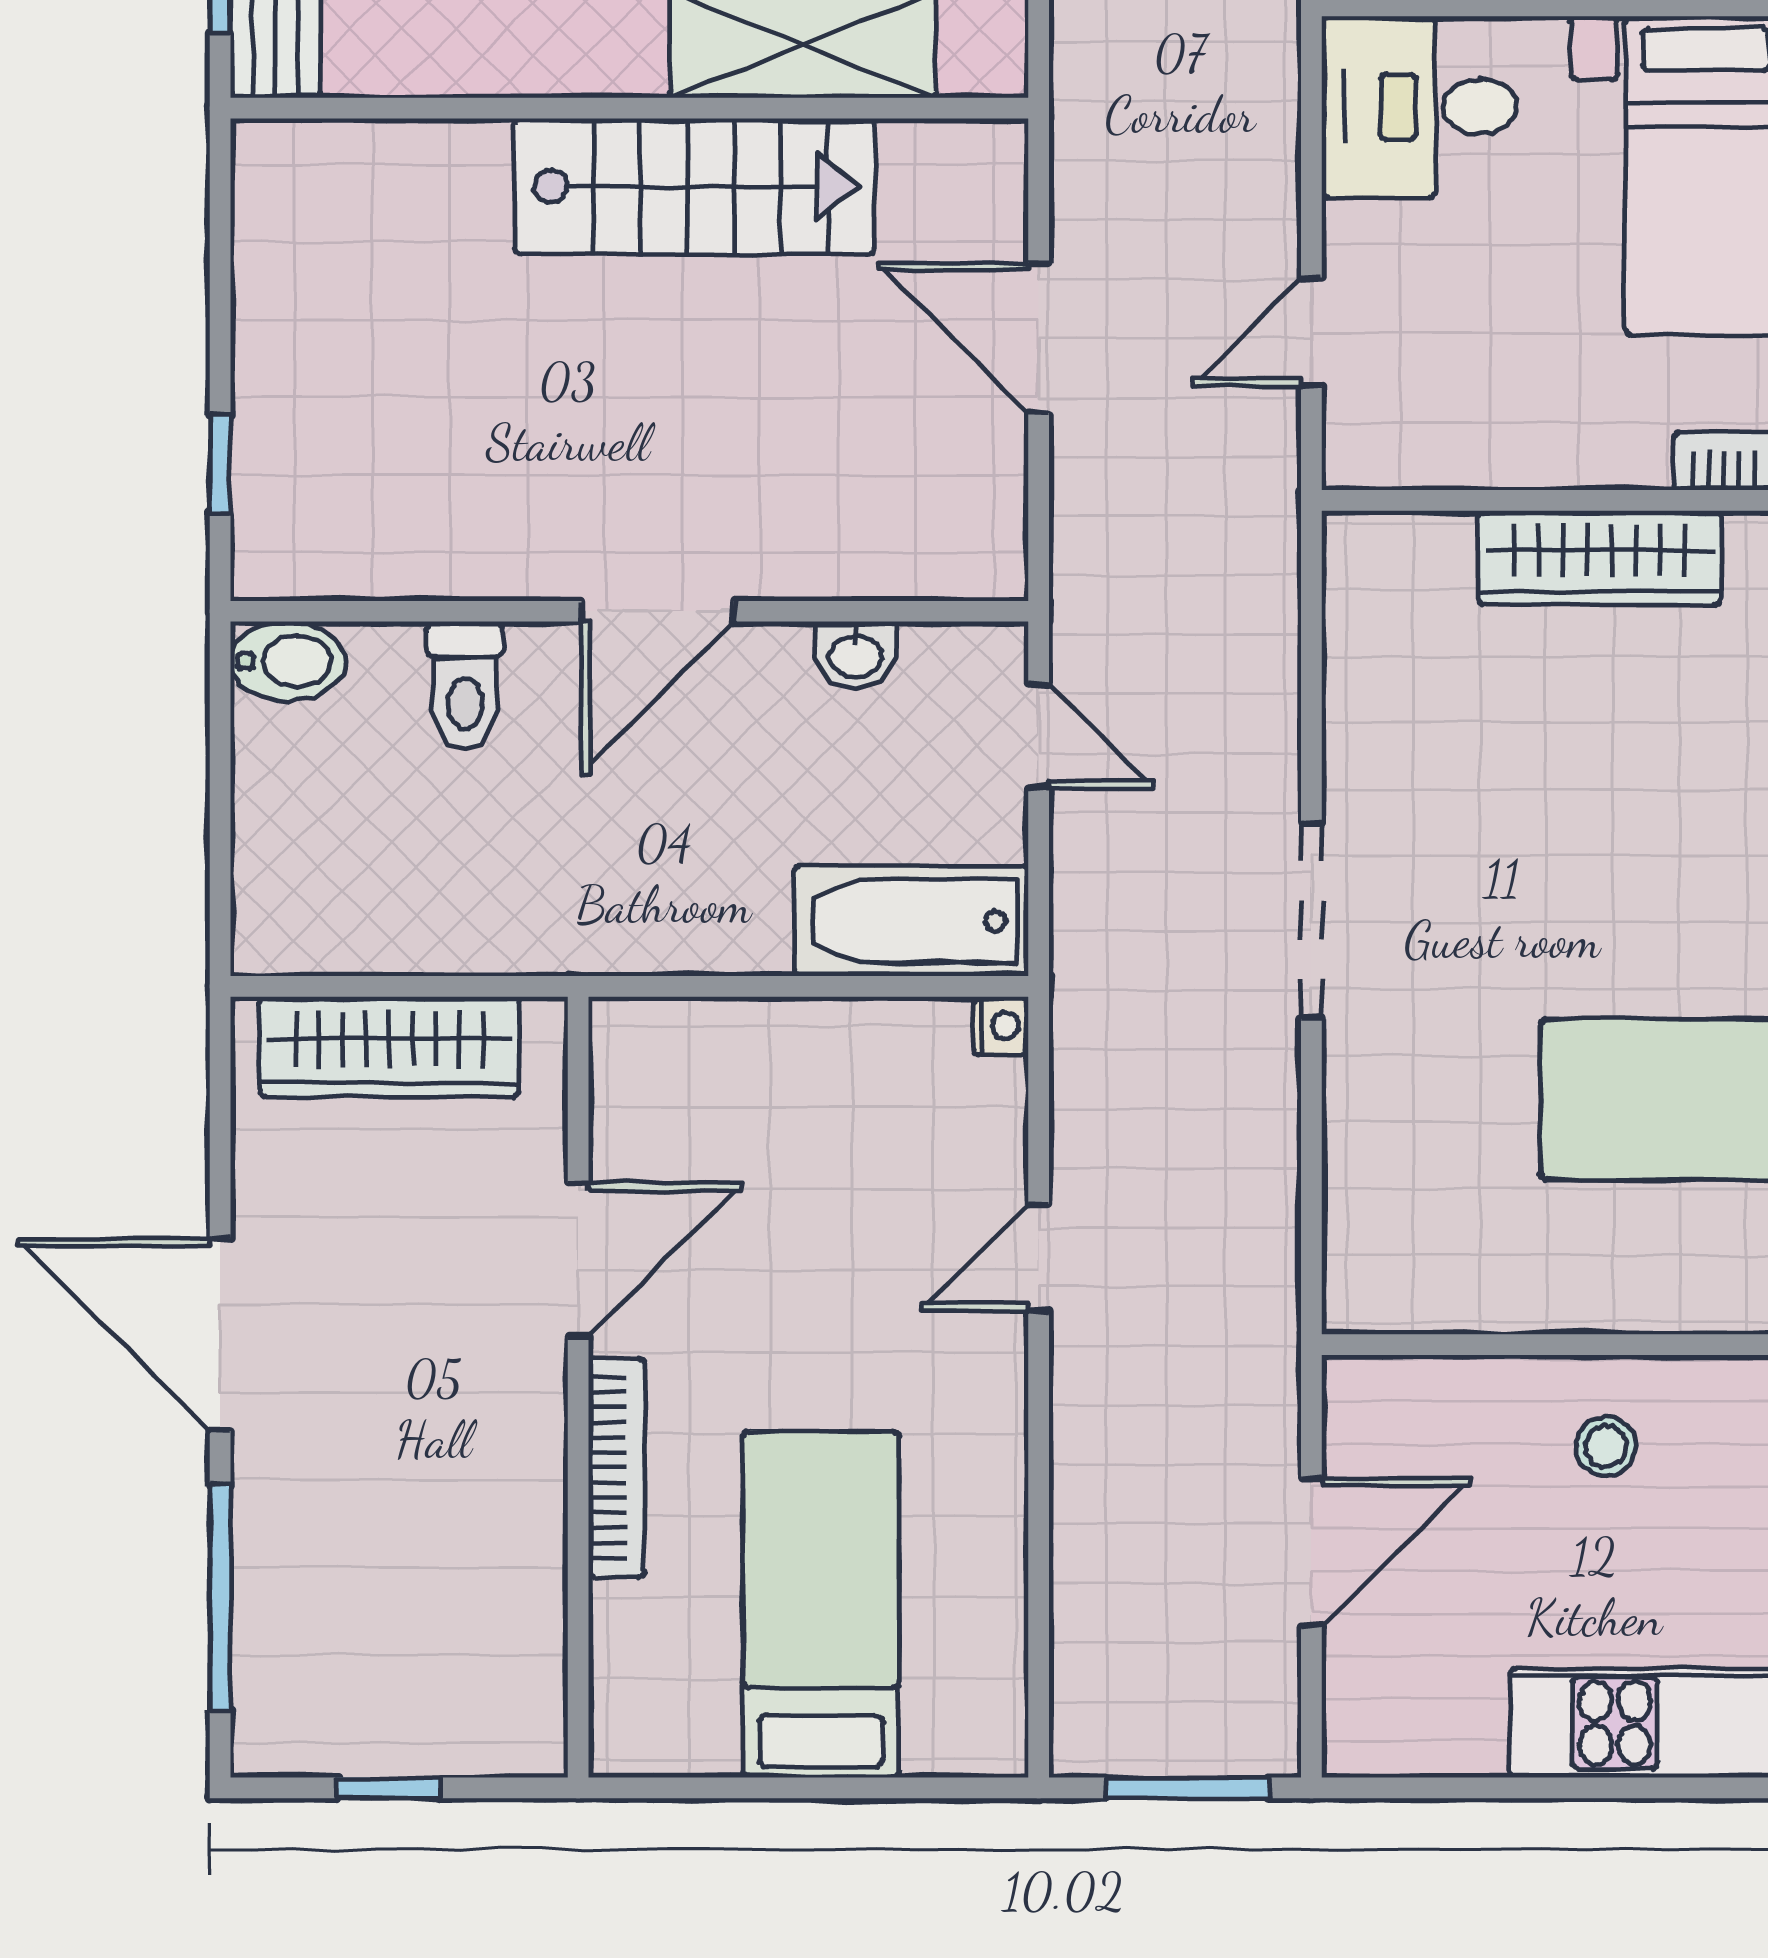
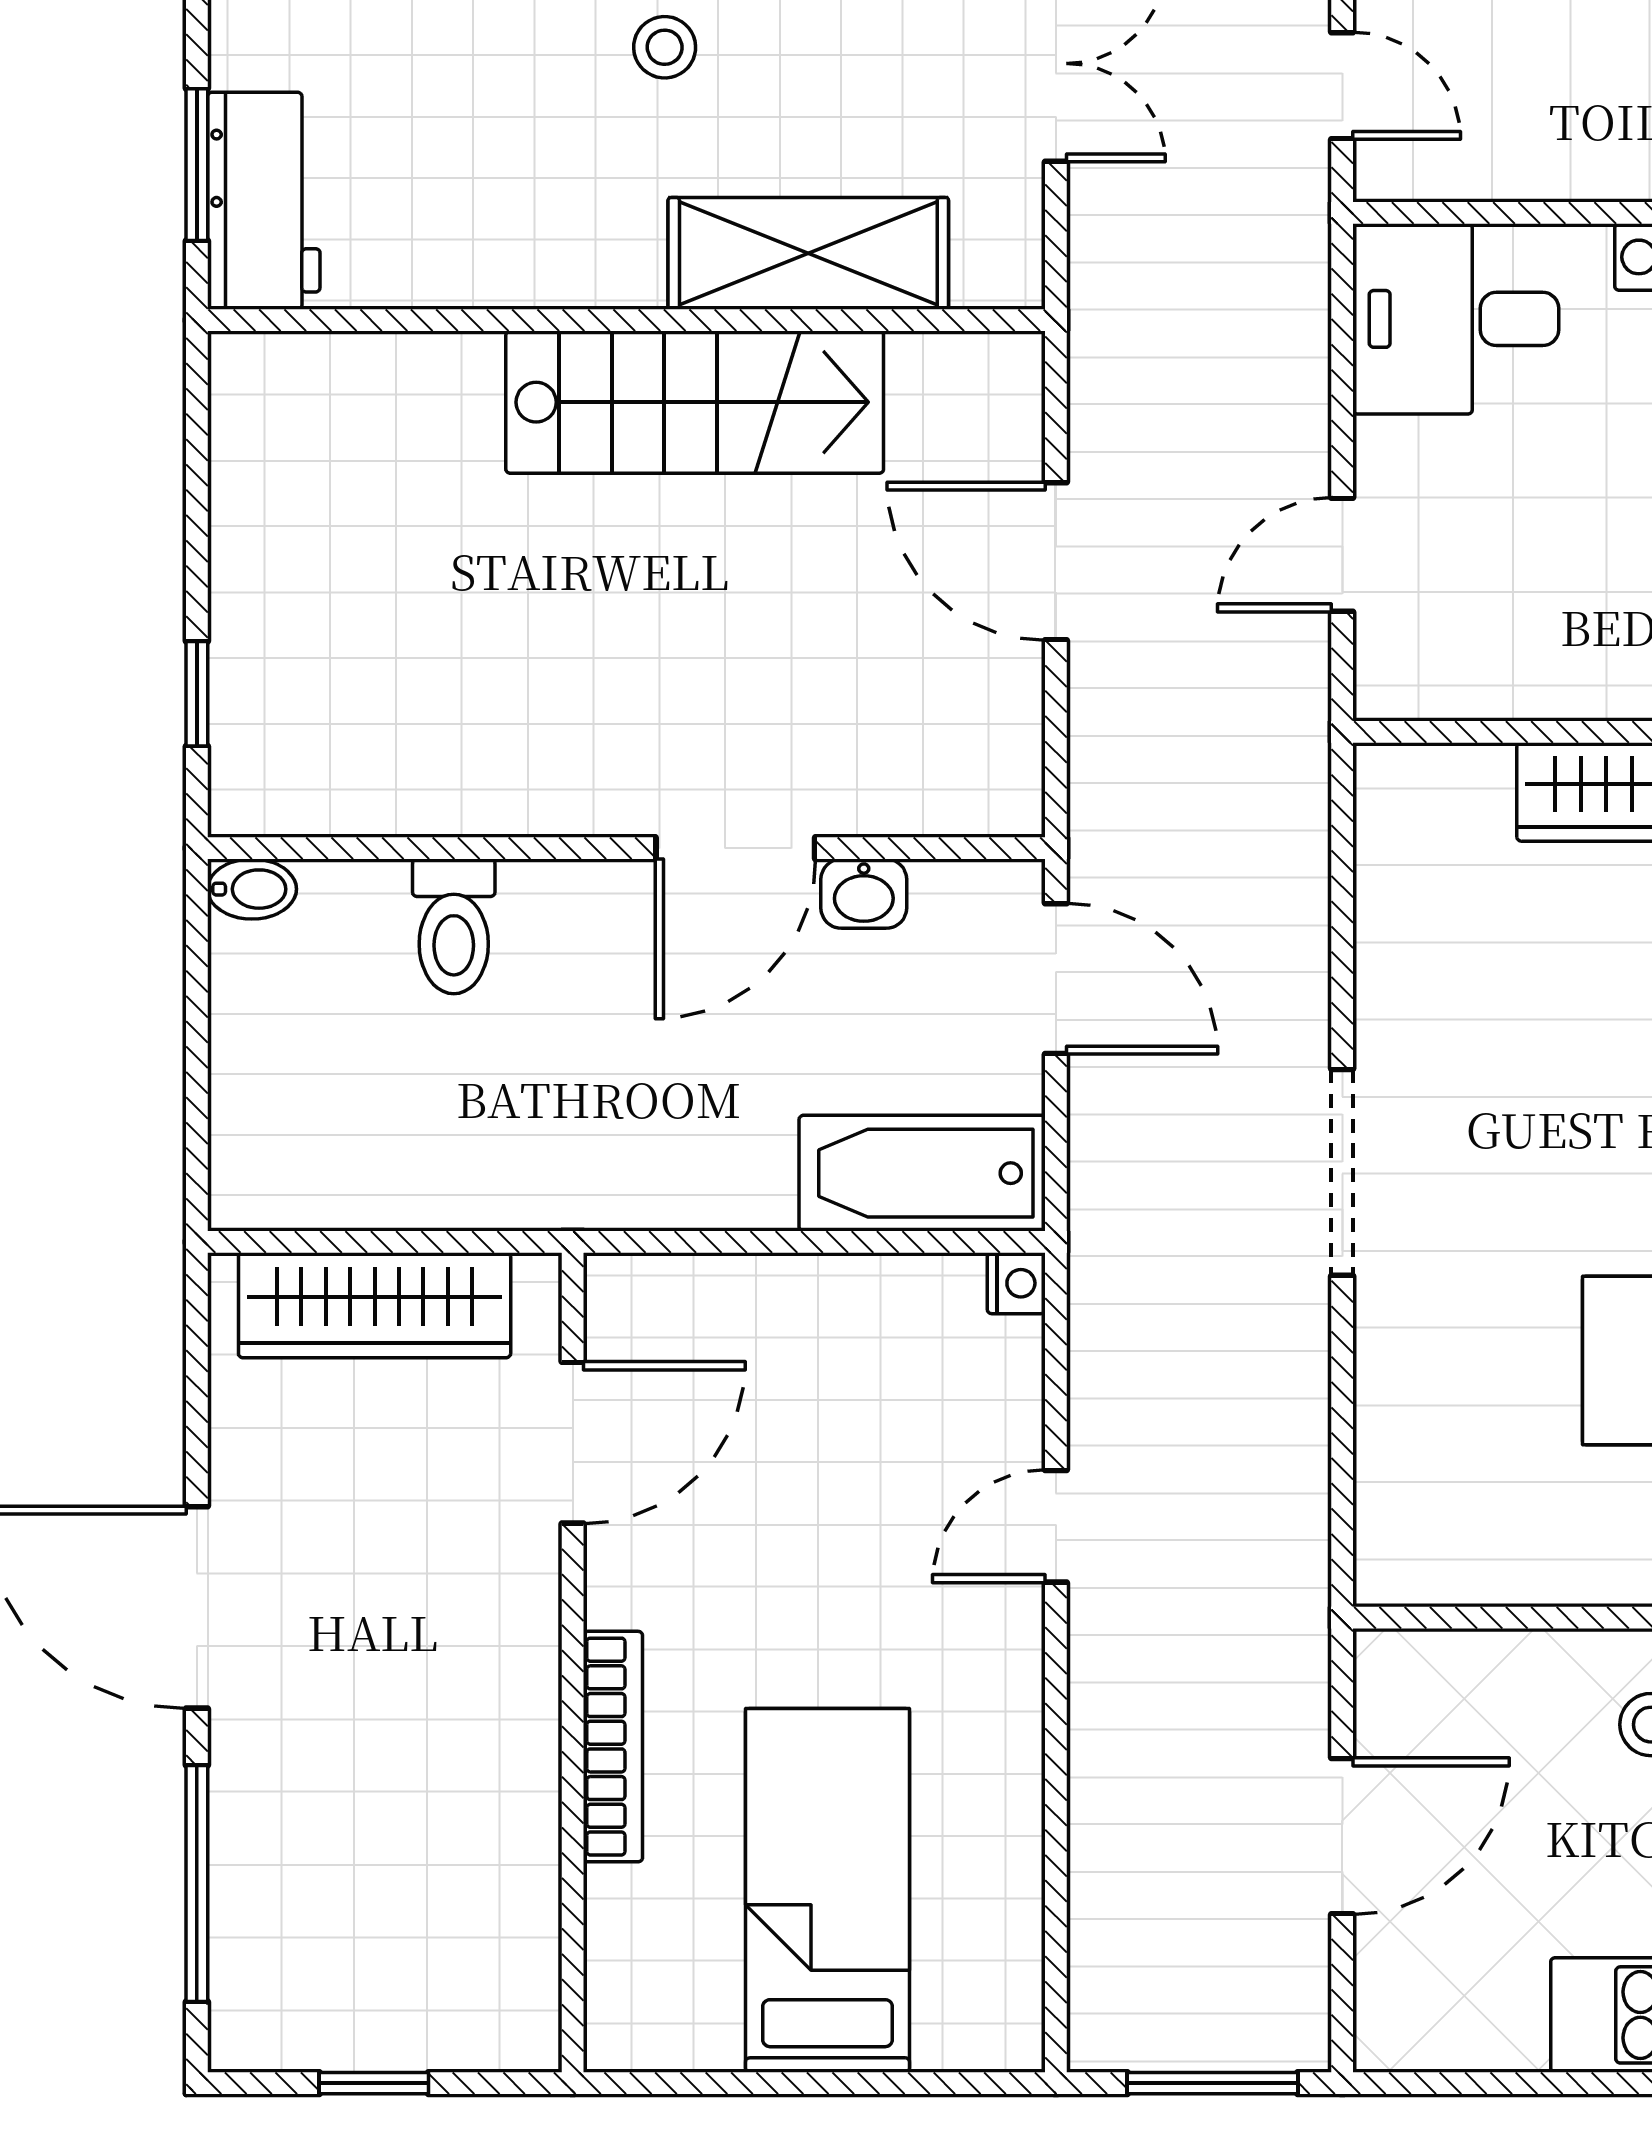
door: (658, 611) -> (735, 848), moved
bidet: (288, 661) -> (252, 889), width x0.72, depth x0.74
door: (1039, 736) -> (1056, 979), width x1.38
door: (578, 1260) -> (573, 1443), moved

